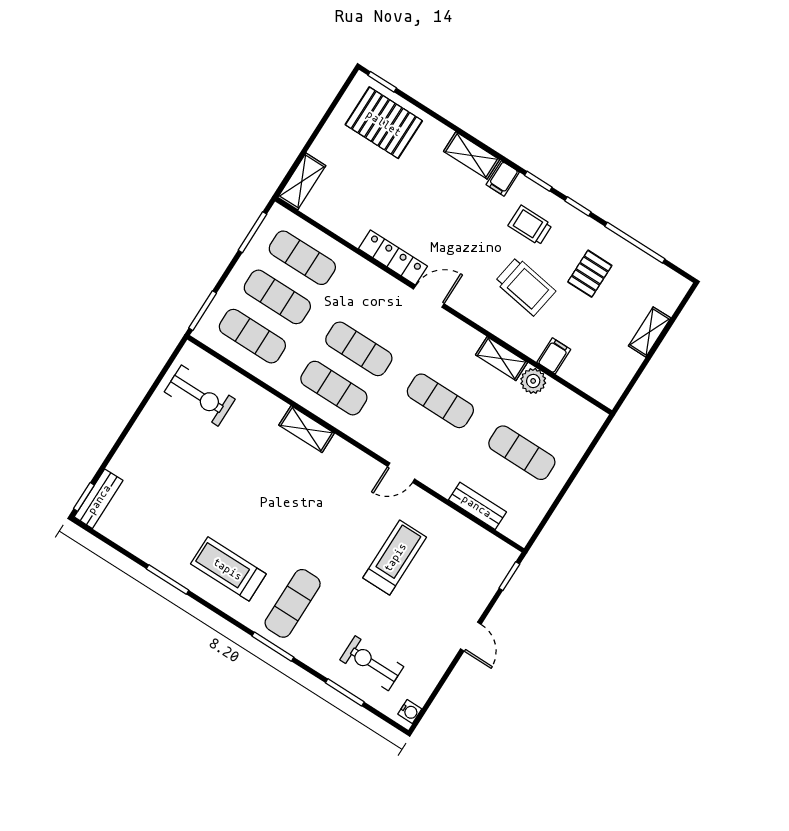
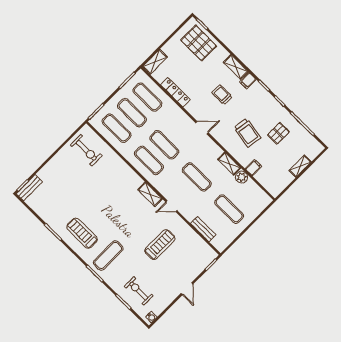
trolley: (530, 225) -> (222, 95), moved
locker: (393, 257) -> (175, 92), moved
shelving: (307, 429) -> (150, 194), moved

